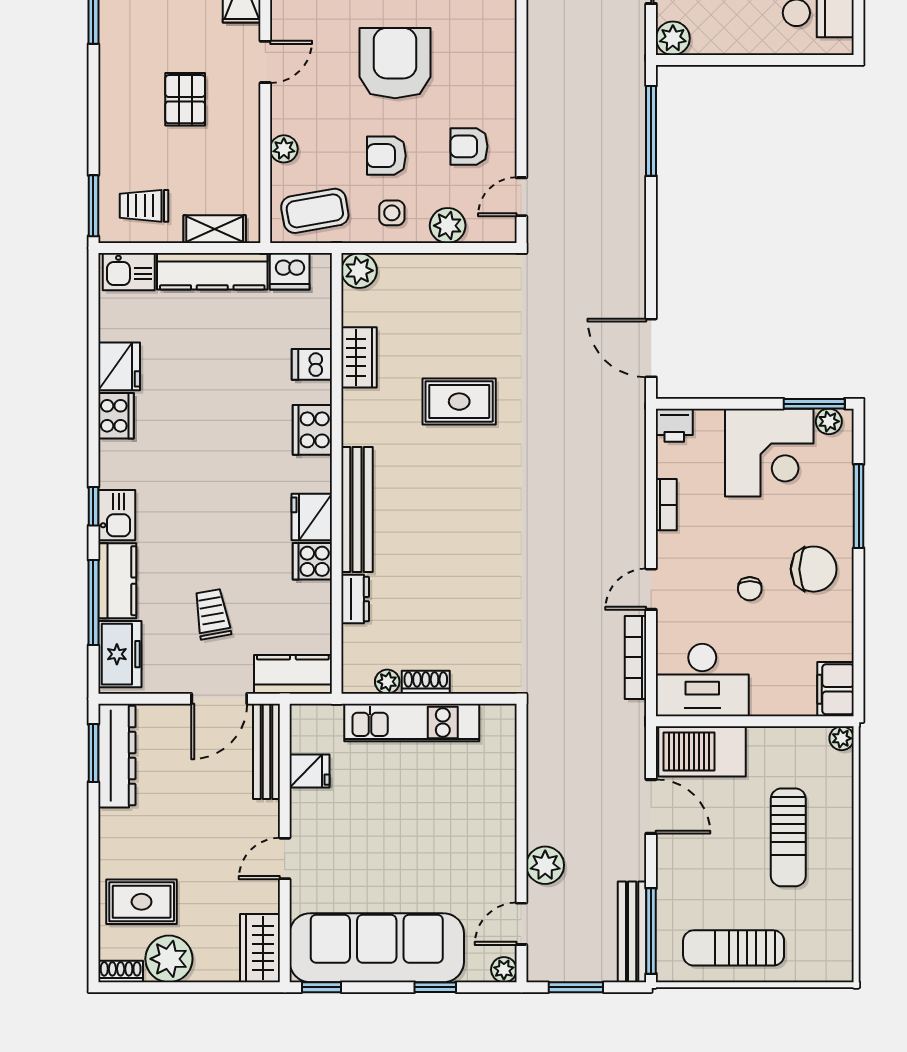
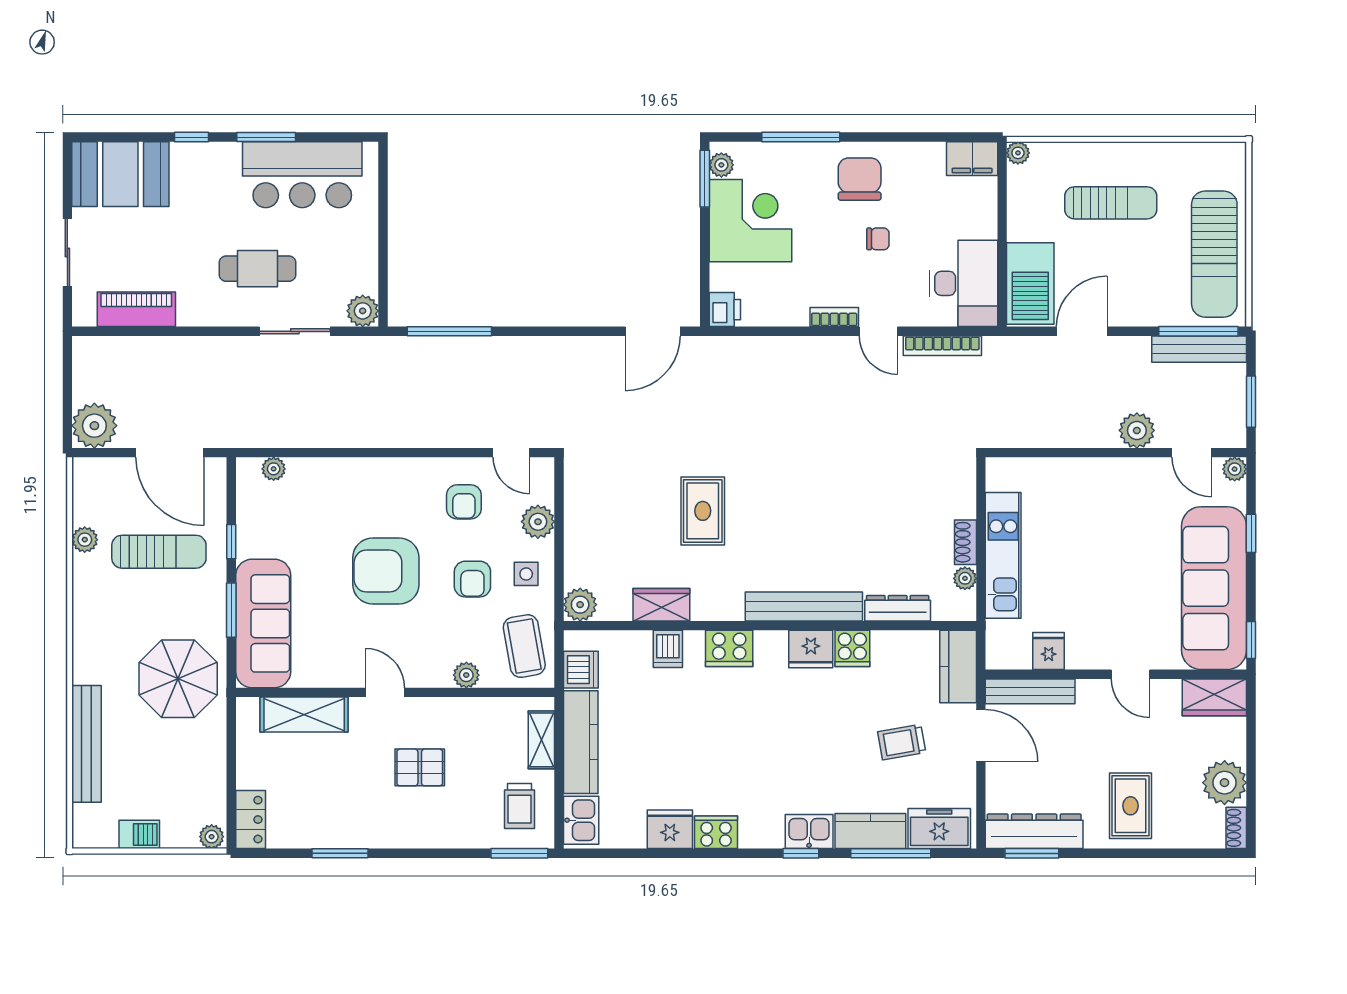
bookcase: (666, 505) -> (834, 317), moved
dresser: (355, 599) -> (898, 608), width x1.44
rug: (142, 902) -> (1131, 806), moved
sun lounger: (734, 948) -> (1214, 254), width x1.36, depth x1.34

